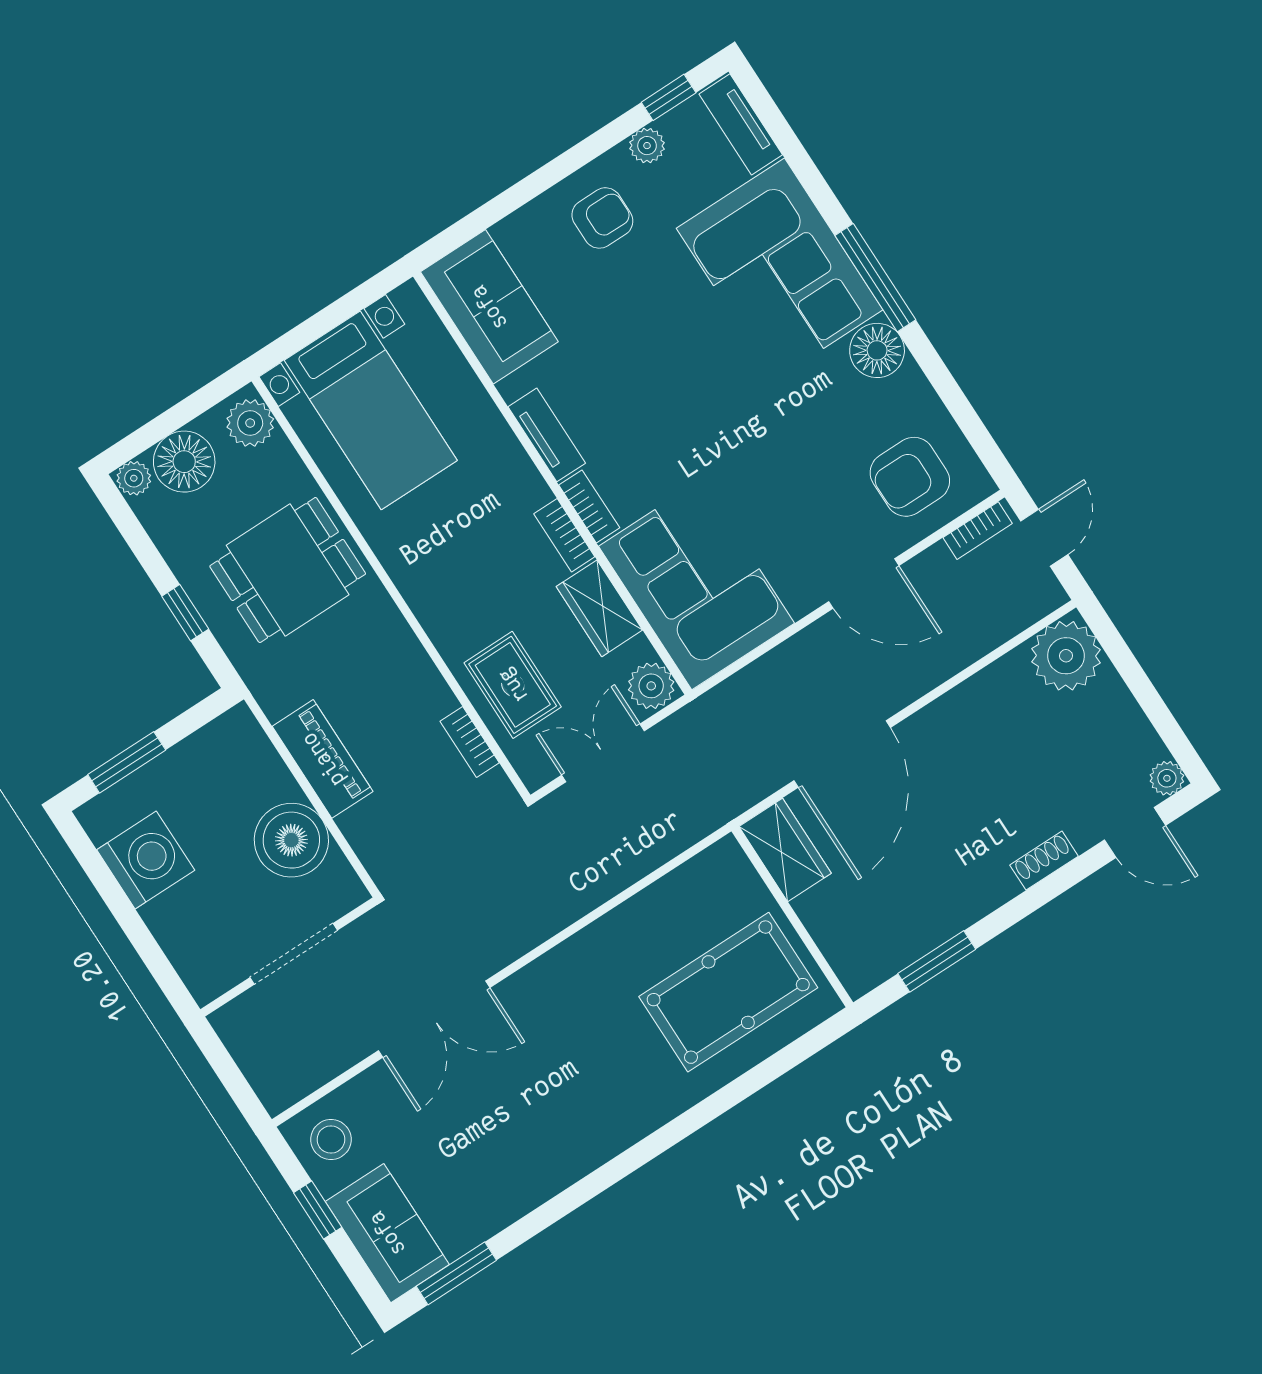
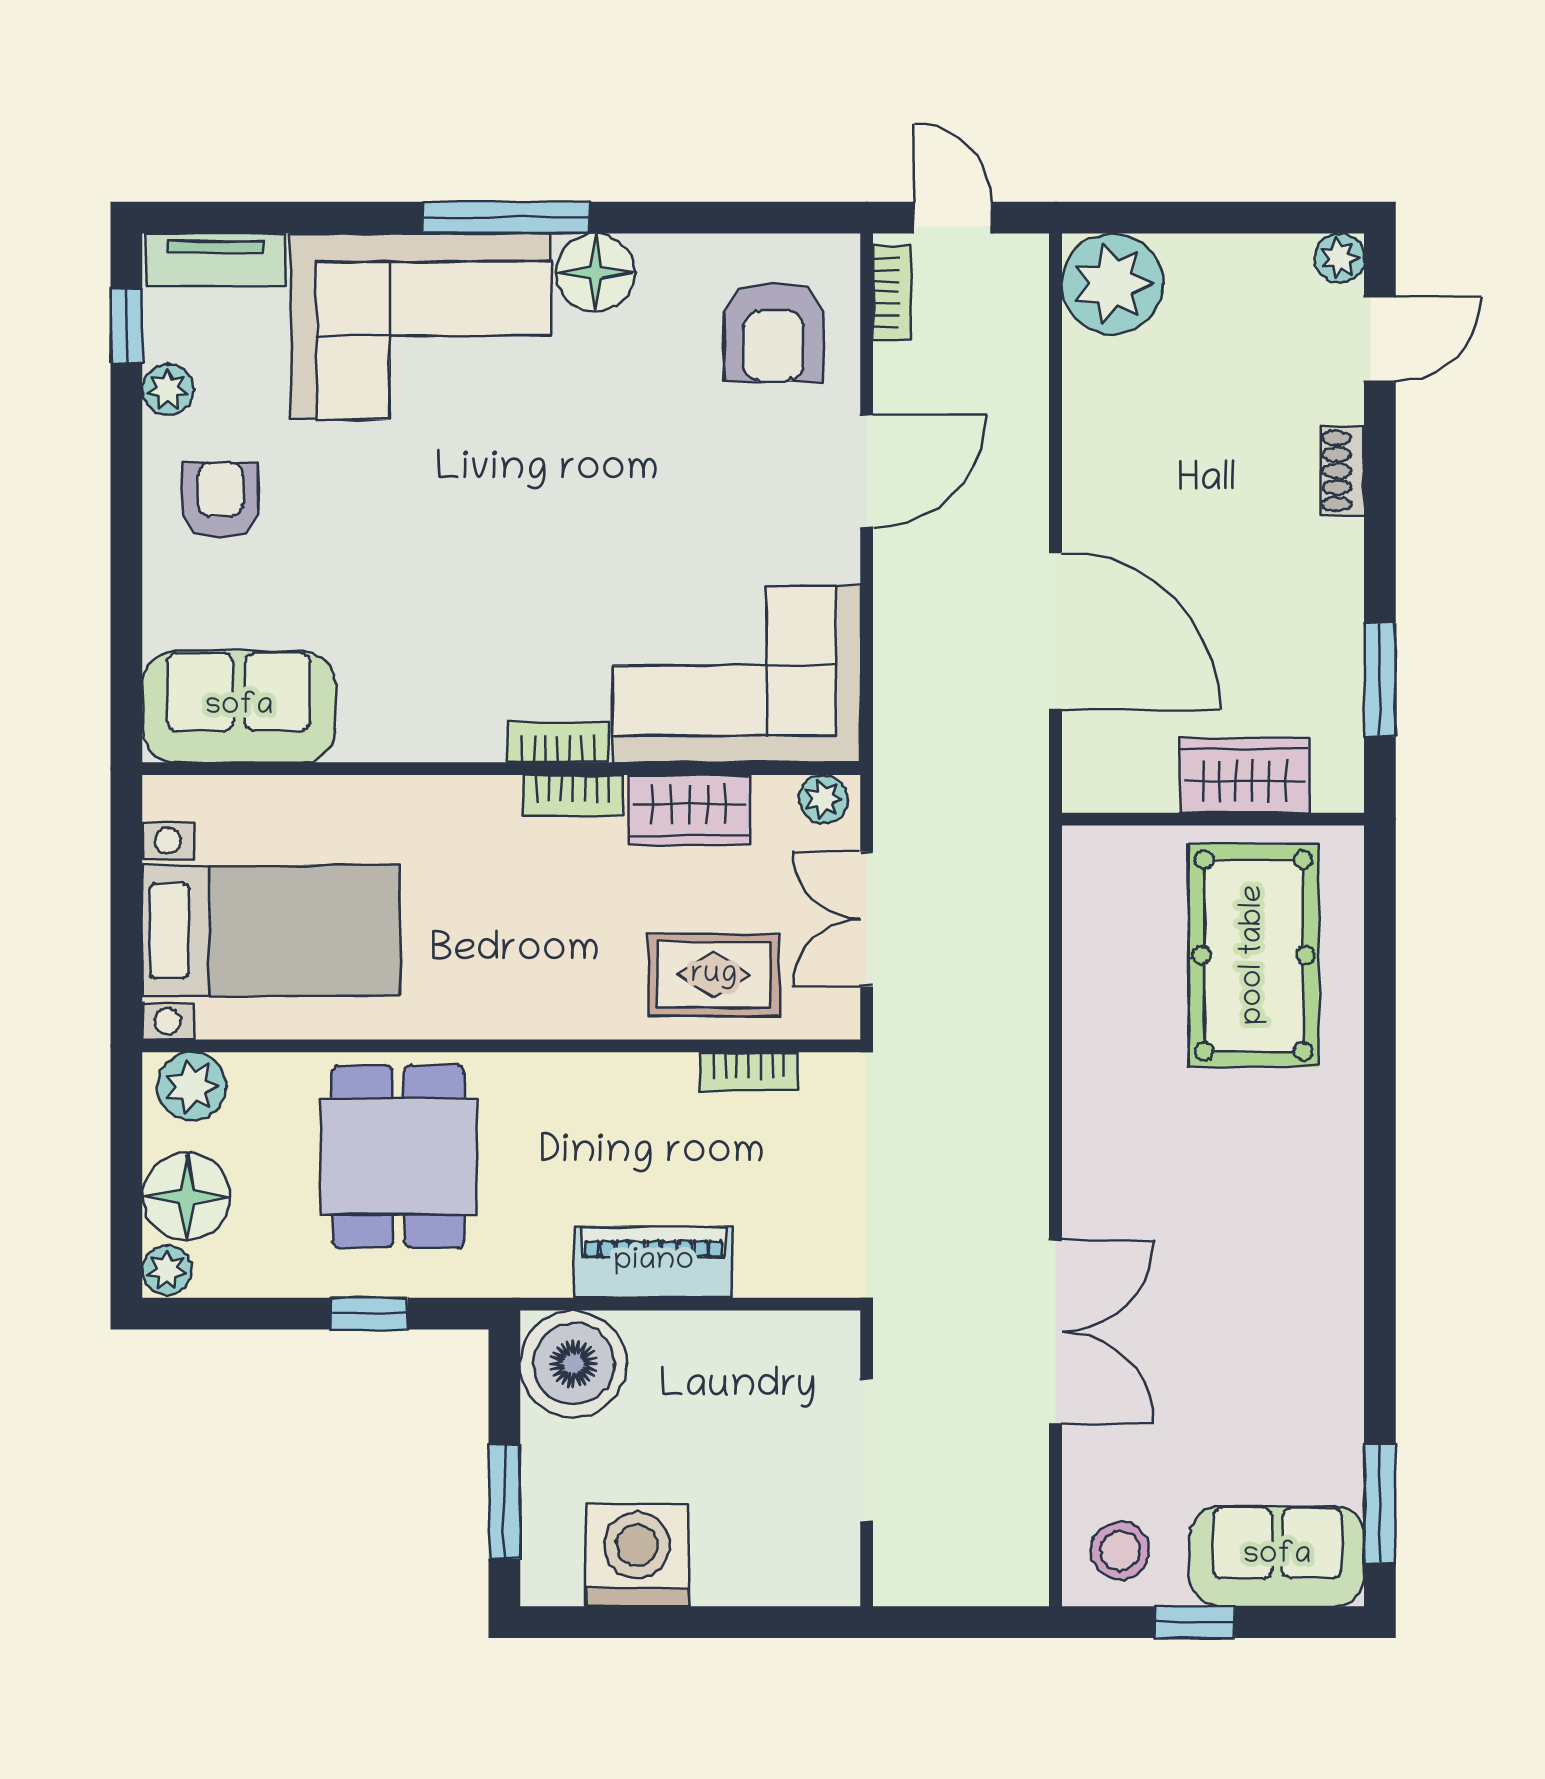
tv unit: (547, 435) -> (438, 738), removed
plant: (651, 686) -> (823, 799), width x0.73, depth x0.73
boiler: (291, 840) -> (573, 1364), moved
wardrobe: (785, 850) -> (1244, 775), moved

